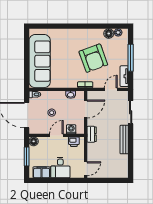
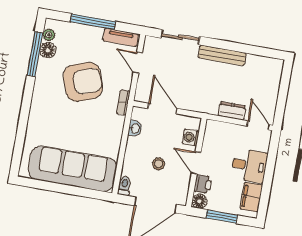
window: (105, 26) -> (35, 54), added
dresser: (92, 134) -> (232, 111), moved
printer: (74, 142) -> (203, 184), moved

